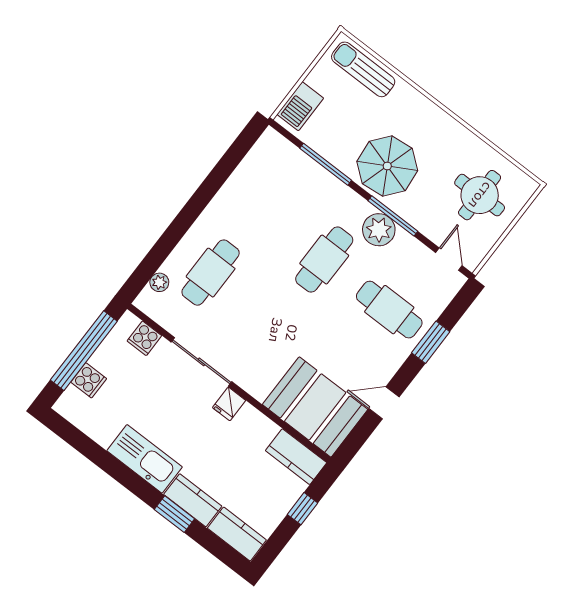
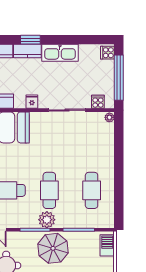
plant: (379, 230) -> (47, 220), moved
cafe table: (211, 273) -> (92, 190), moved
plant: (159, 282) -> (109, 117), moved
cooker: (89, 380) -> (107, 53), moved
fridge: (229, 404) -> (32, 102), moved

